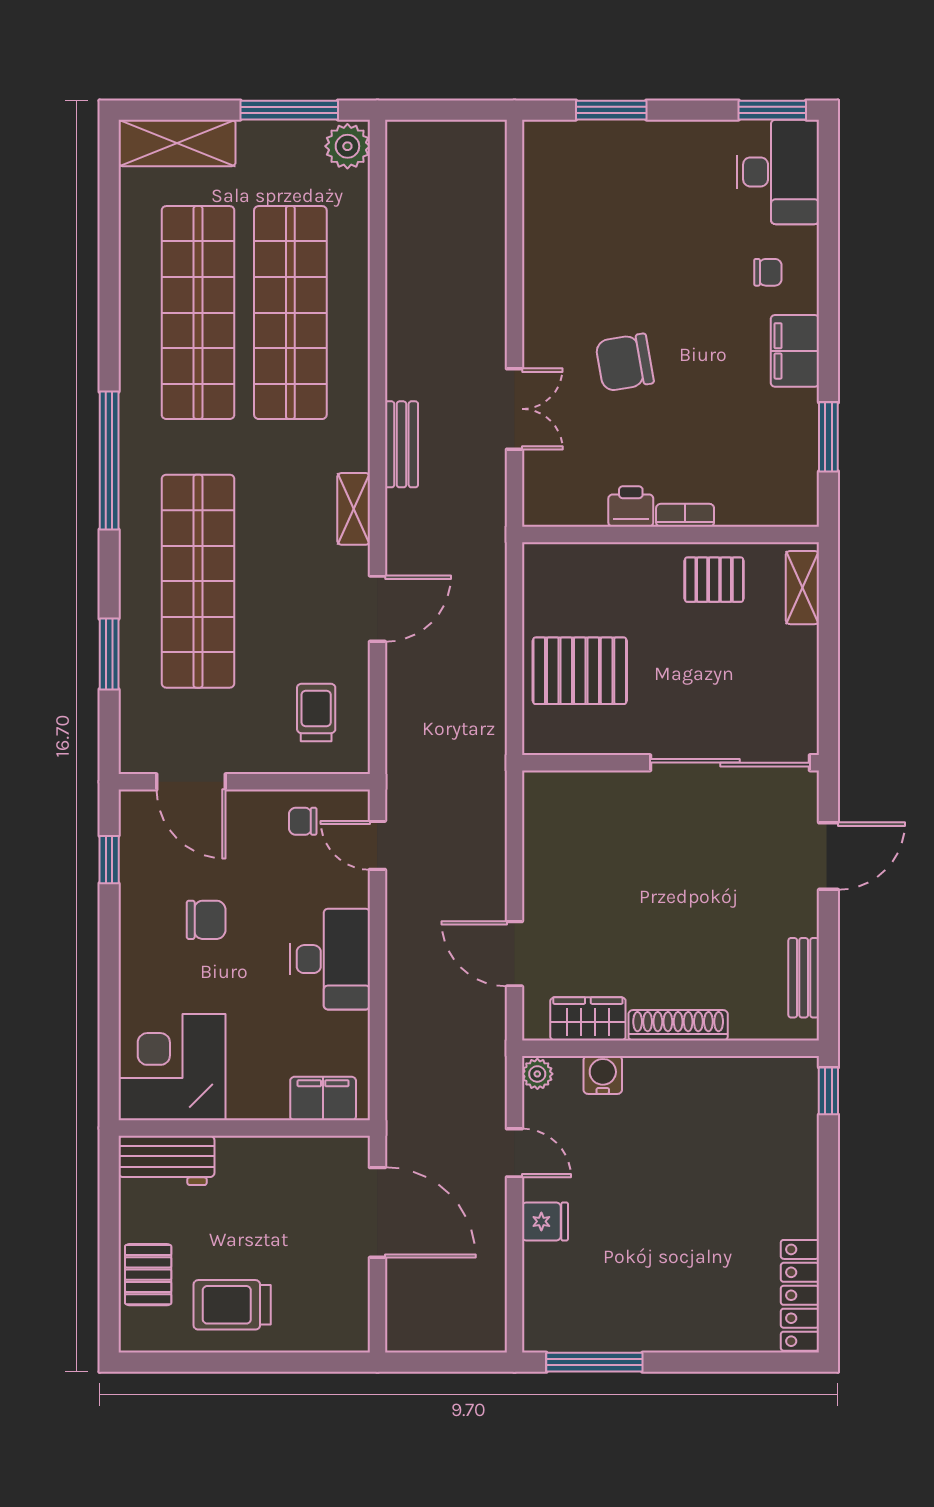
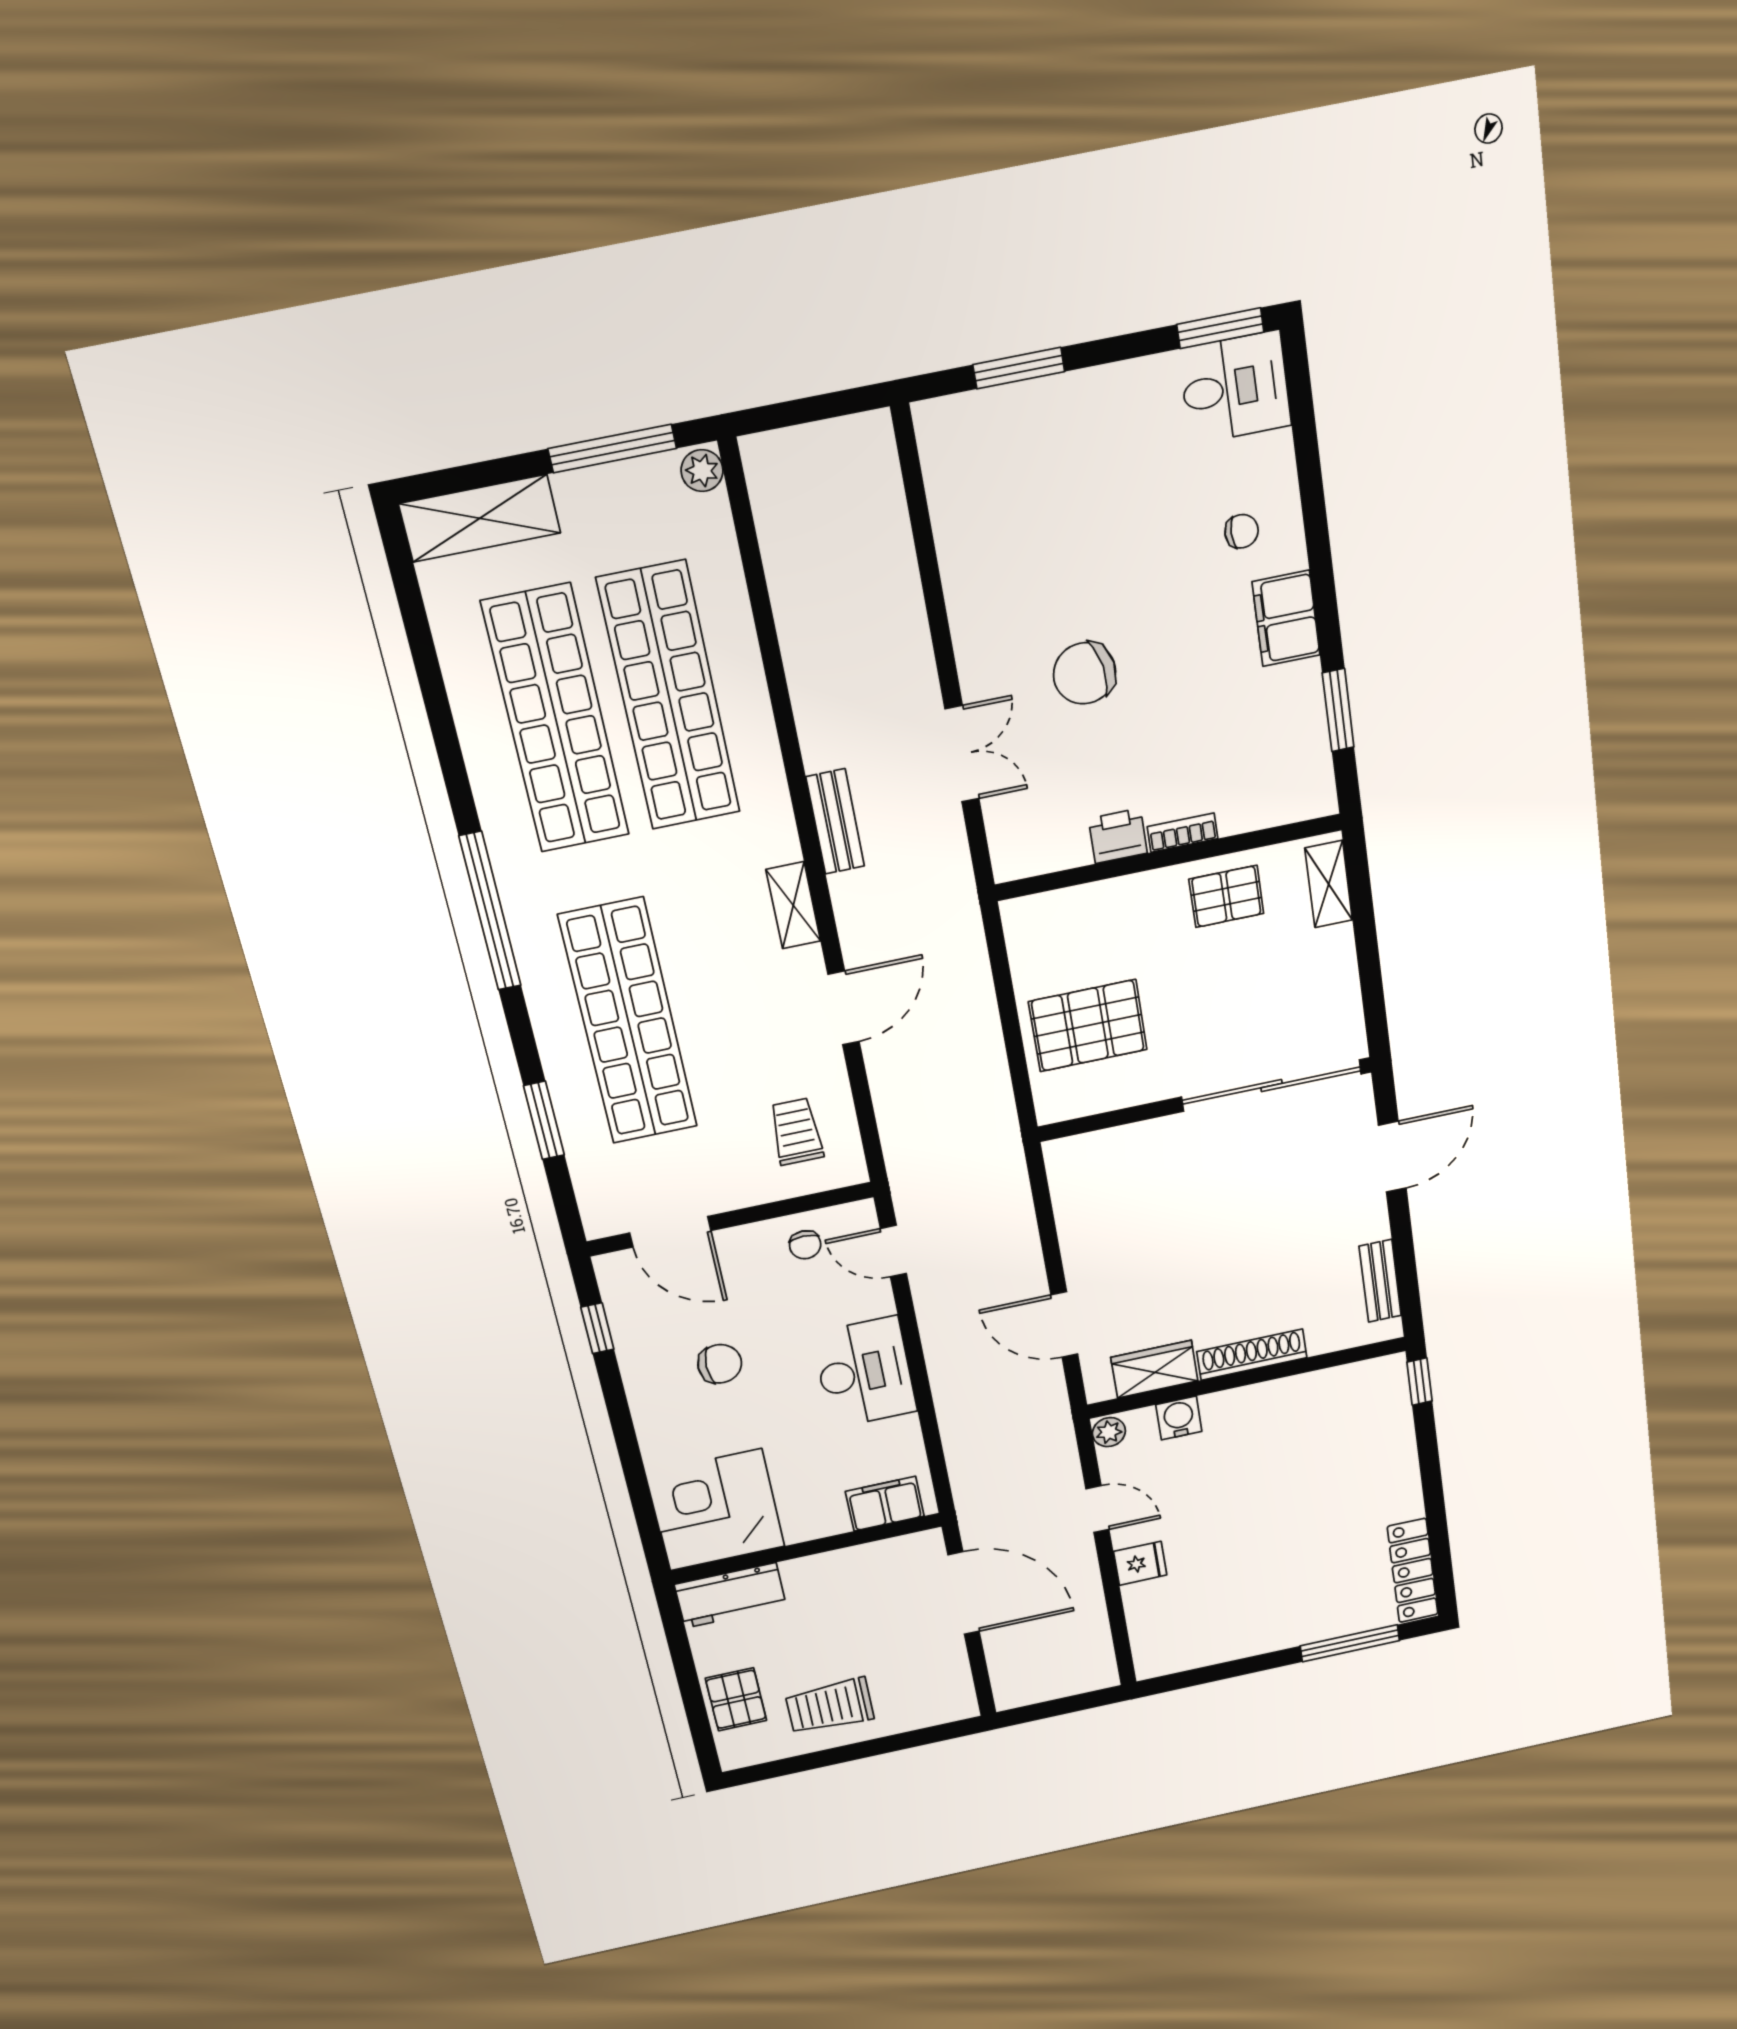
plant: (347, 146) -> (702, 471), width x0.73, depth x0.73
desk: (778, 172) -> (1235, 387), width x0.73
chair: (303, 821) -> (805, 1245), turned -90
window: (594, 1362) -> (1350, 1643), moved

